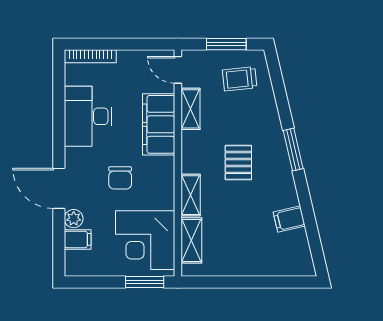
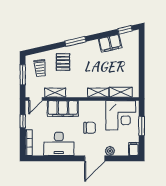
window: (133, 44) -> (23, 121), added
pallet: (238, 162) -> (63, 62), moved, turned 90
filing cabinet: (289, 219) -> (110, 43), width x2.00
filing cabinet: (78, 239) -> (134, 149), moved
window: (316, 249) -> (125, 30), added
window: (145, 282) -> (142, 126), moved

